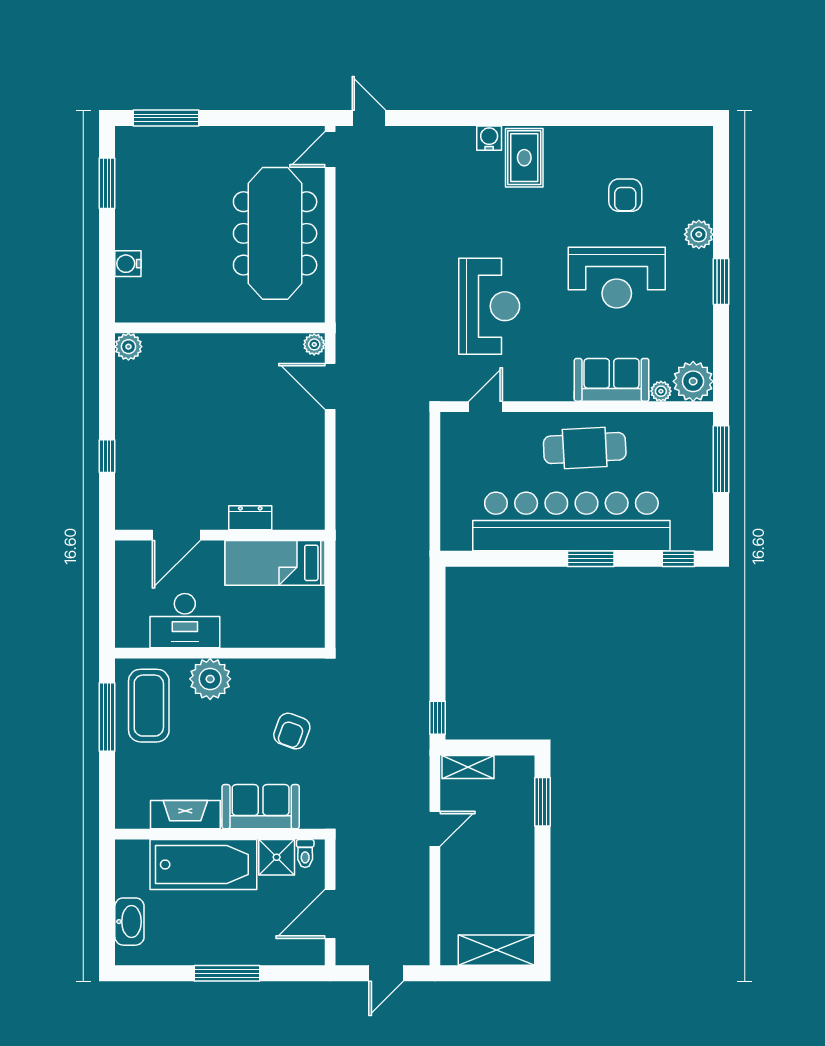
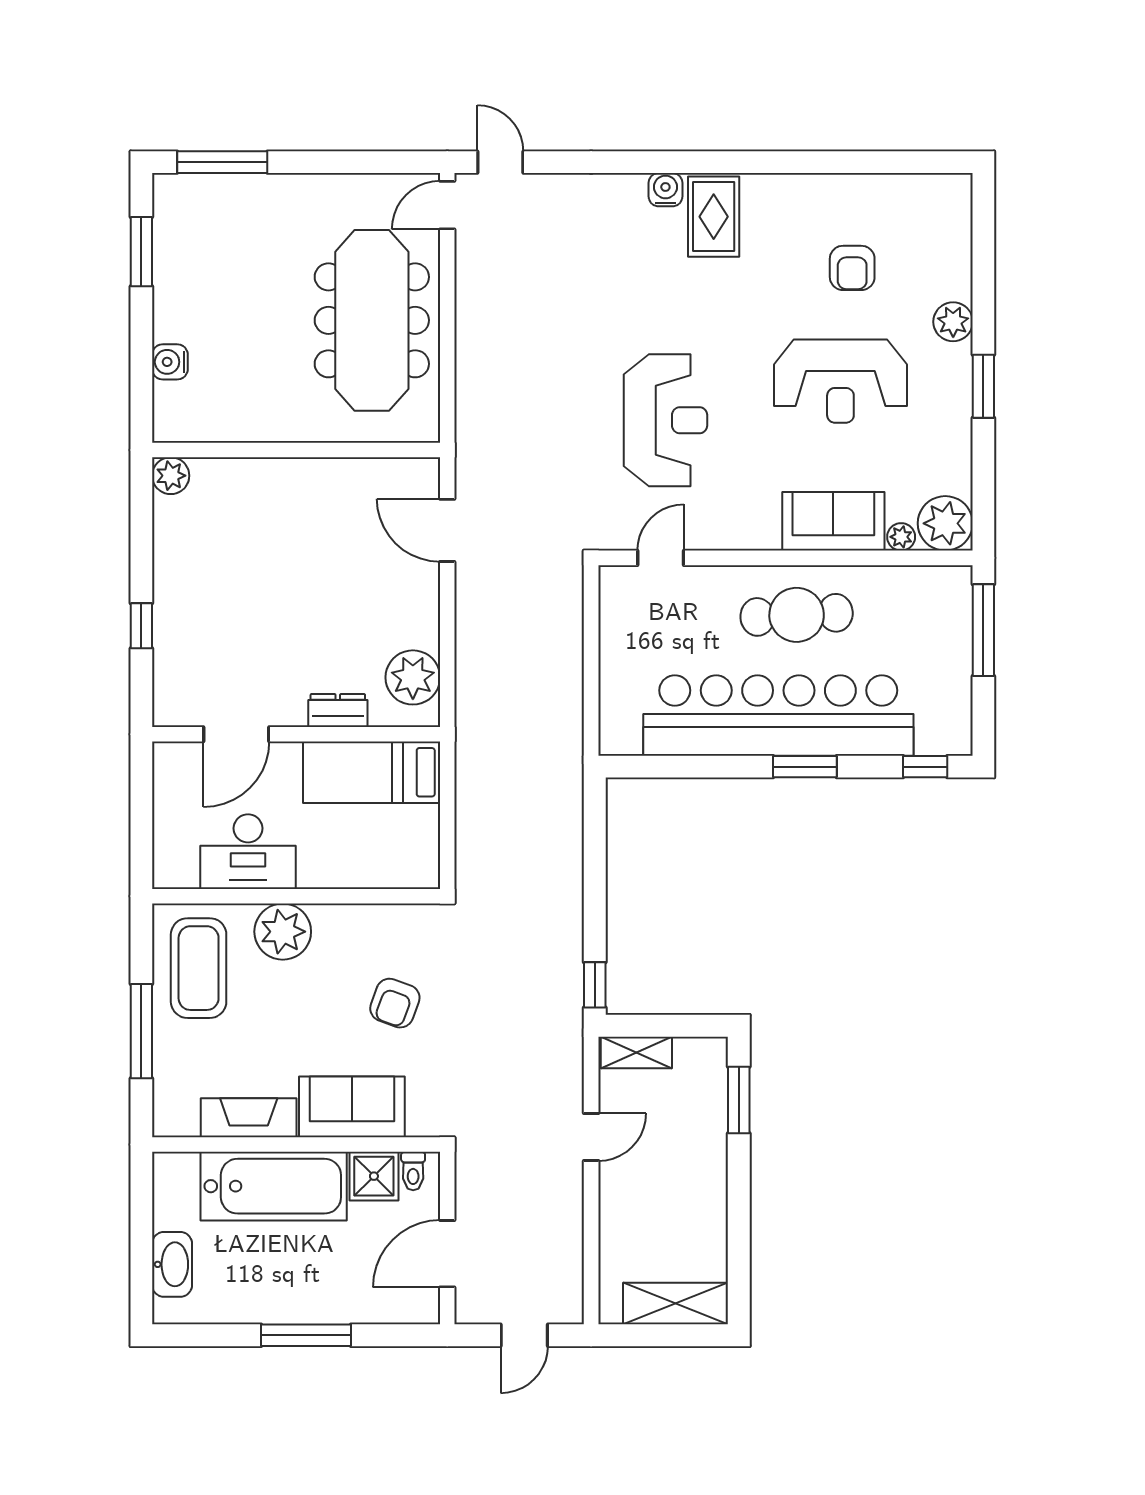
plant: (314, 344) -> (413, 677), moved, width x1.88, depth x1.88
window: (107, 717) -> (141, 1031), moved

